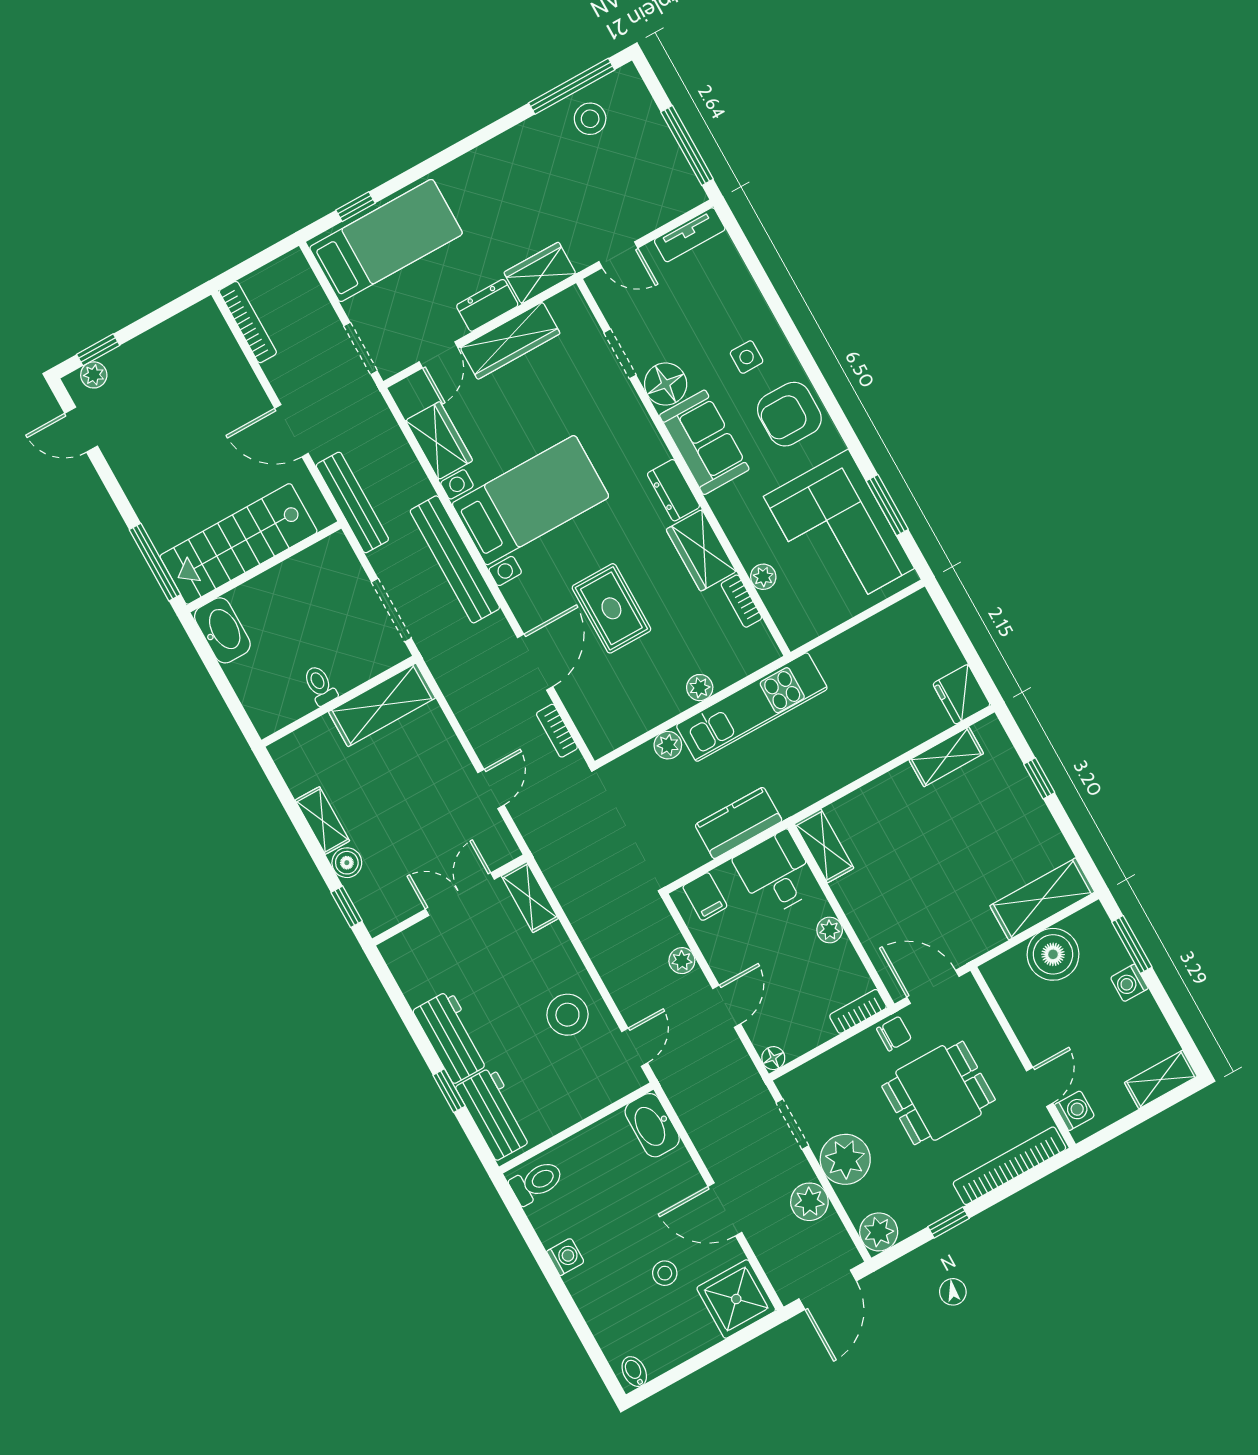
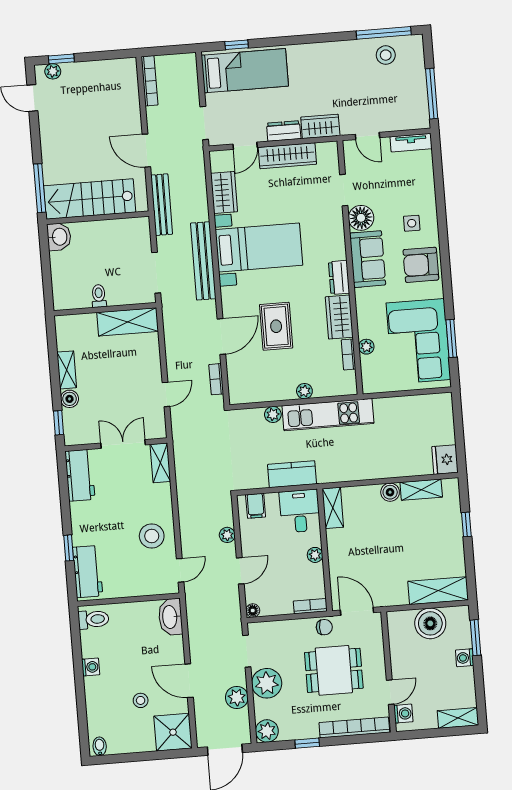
washbasin: (222, 630) -> (59, 237), width x0.72
boiler: (900, 782) -> (390, 492), added
workbench: (452, 1037) -> (80, 475), moved

